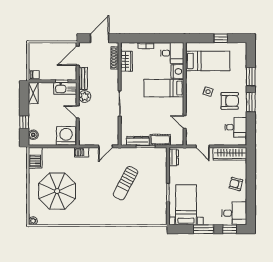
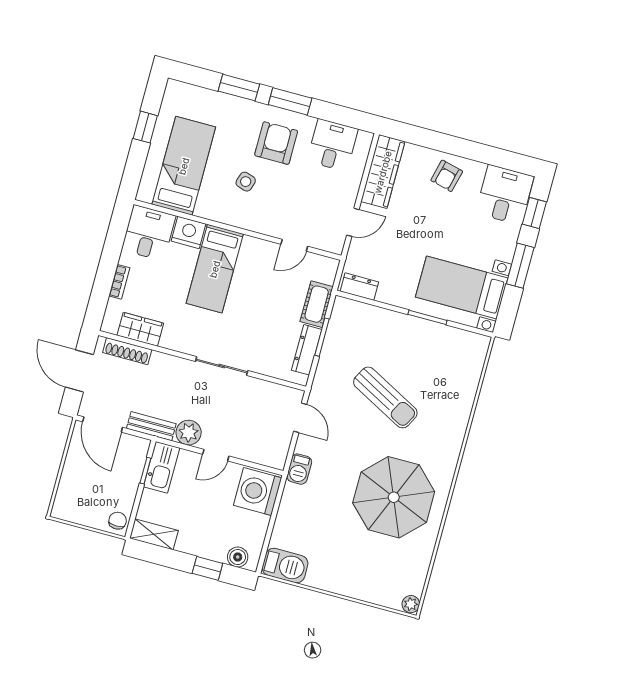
parasol: (57, 191) -> (394, 497), moved

